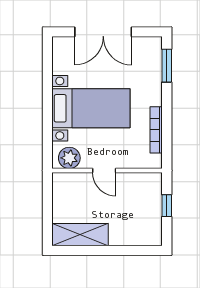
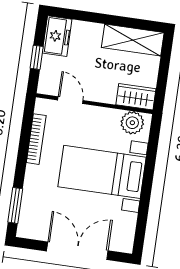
door: (104, 171) -> (70, 100), moved
wardrobe: (69, 182) -> (136, 97), added
freezer: (151, 228) -> (57, 36), added

